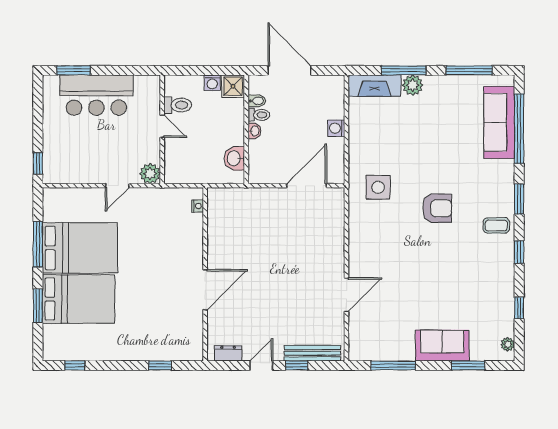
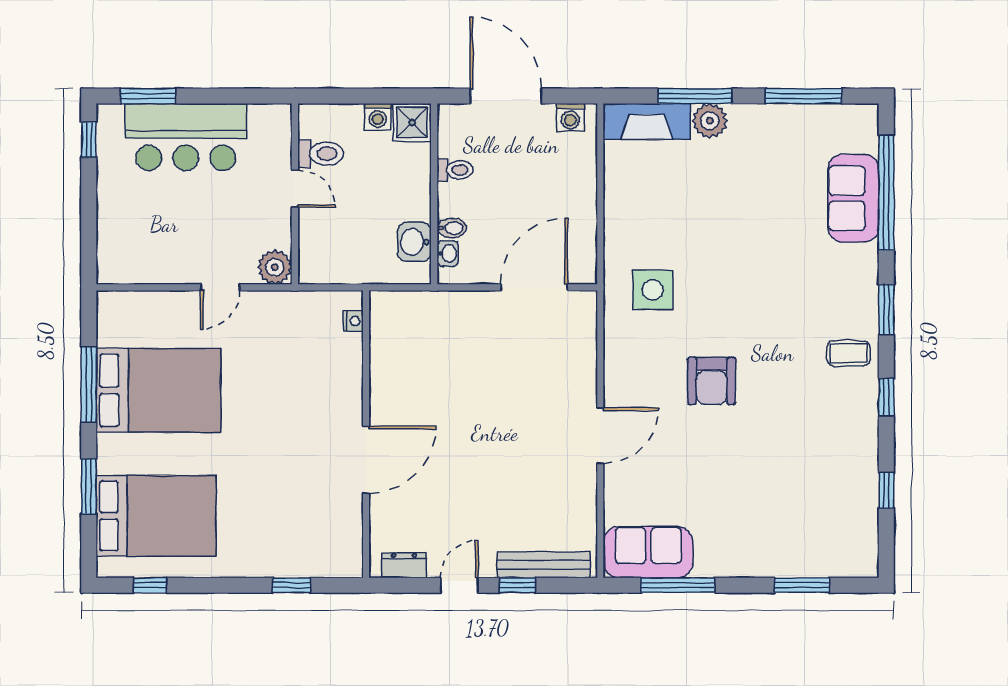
bidet: (257, 101) -> (452, 228), moved
sofa: (499, 122) -> (853, 198), width x0.73
washing machine: (336, 128) -> (570, 117), moved, turned -90
washbasin: (254, 131) -> (448, 253), moved
window: (38, 163) -> (89, 140), moved
armchair: (437, 208) -> (712, 381), moved, turned 90
door: (346, 295) -> (600, 436), moved
bed: (78, 299) -> (156, 516), moved
plant: (508, 344) -> (867, 550), removed
sofa: (442, 345) -> (648, 552), moved

